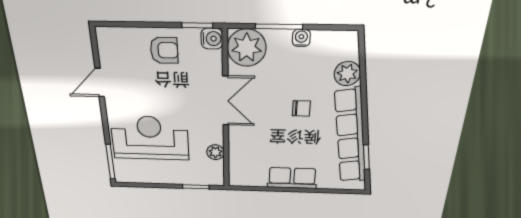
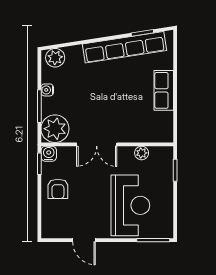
armchair: (164, 50) -> (58, 189), turned 180
plant: (347, 74) -> (55, 58), moved
double door: (226, 101) -> (97, 144), swing flipped
chair: (301, 108) -> (102, 87), removed
reception desk: (150, 138) -> (130, 205), turned 180

